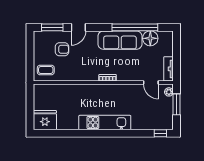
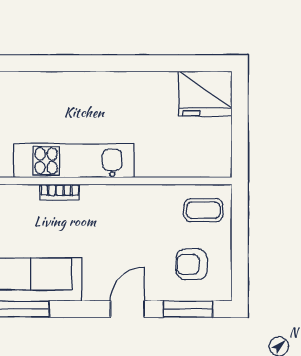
armchair: (62, 49) -> (192, 264), moved
kitchen unit: (105, 123) -> (74, 161), moved, turned 180

